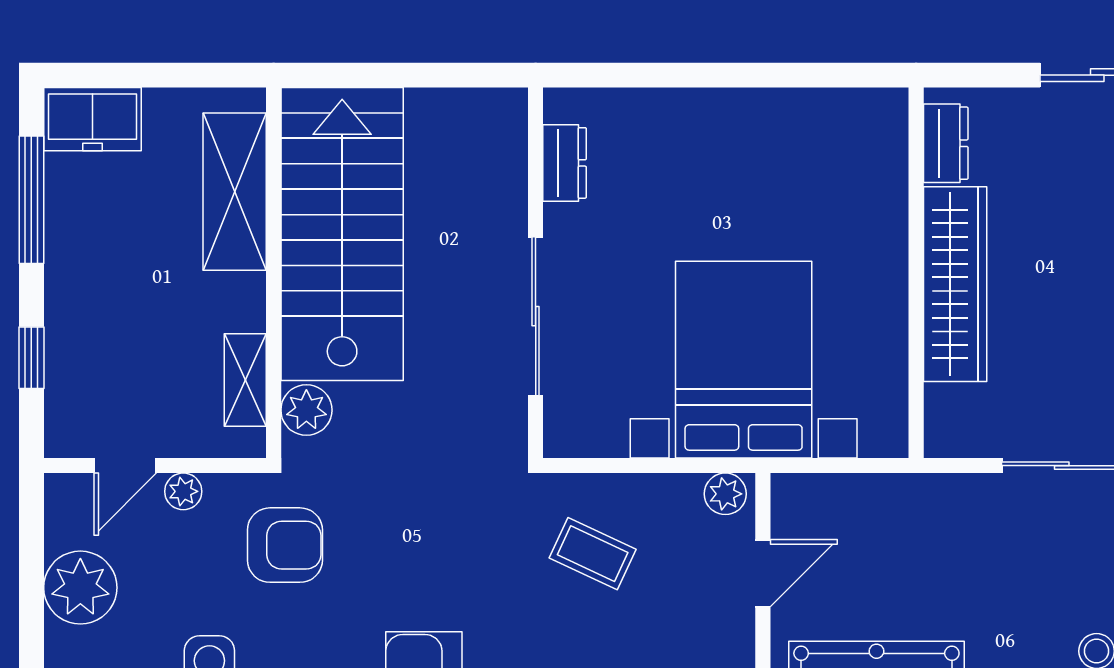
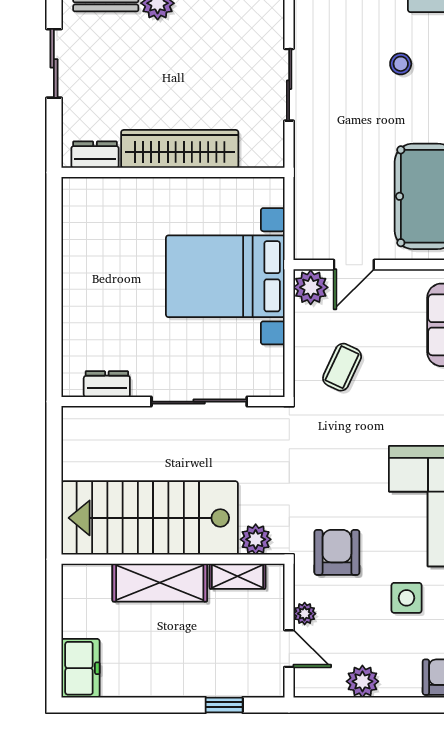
shelving: (235, 192) -> (160, 583), moved
window: (31, 200) -> (129, 705), removed
plant: (725, 494) -> (311, 287), width x1.38, depth x1.38
door: (763, 573) -> (354, 265), swing flipped
plant: (80, 588) -> (362, 681), width x0.73, depth x0.73

